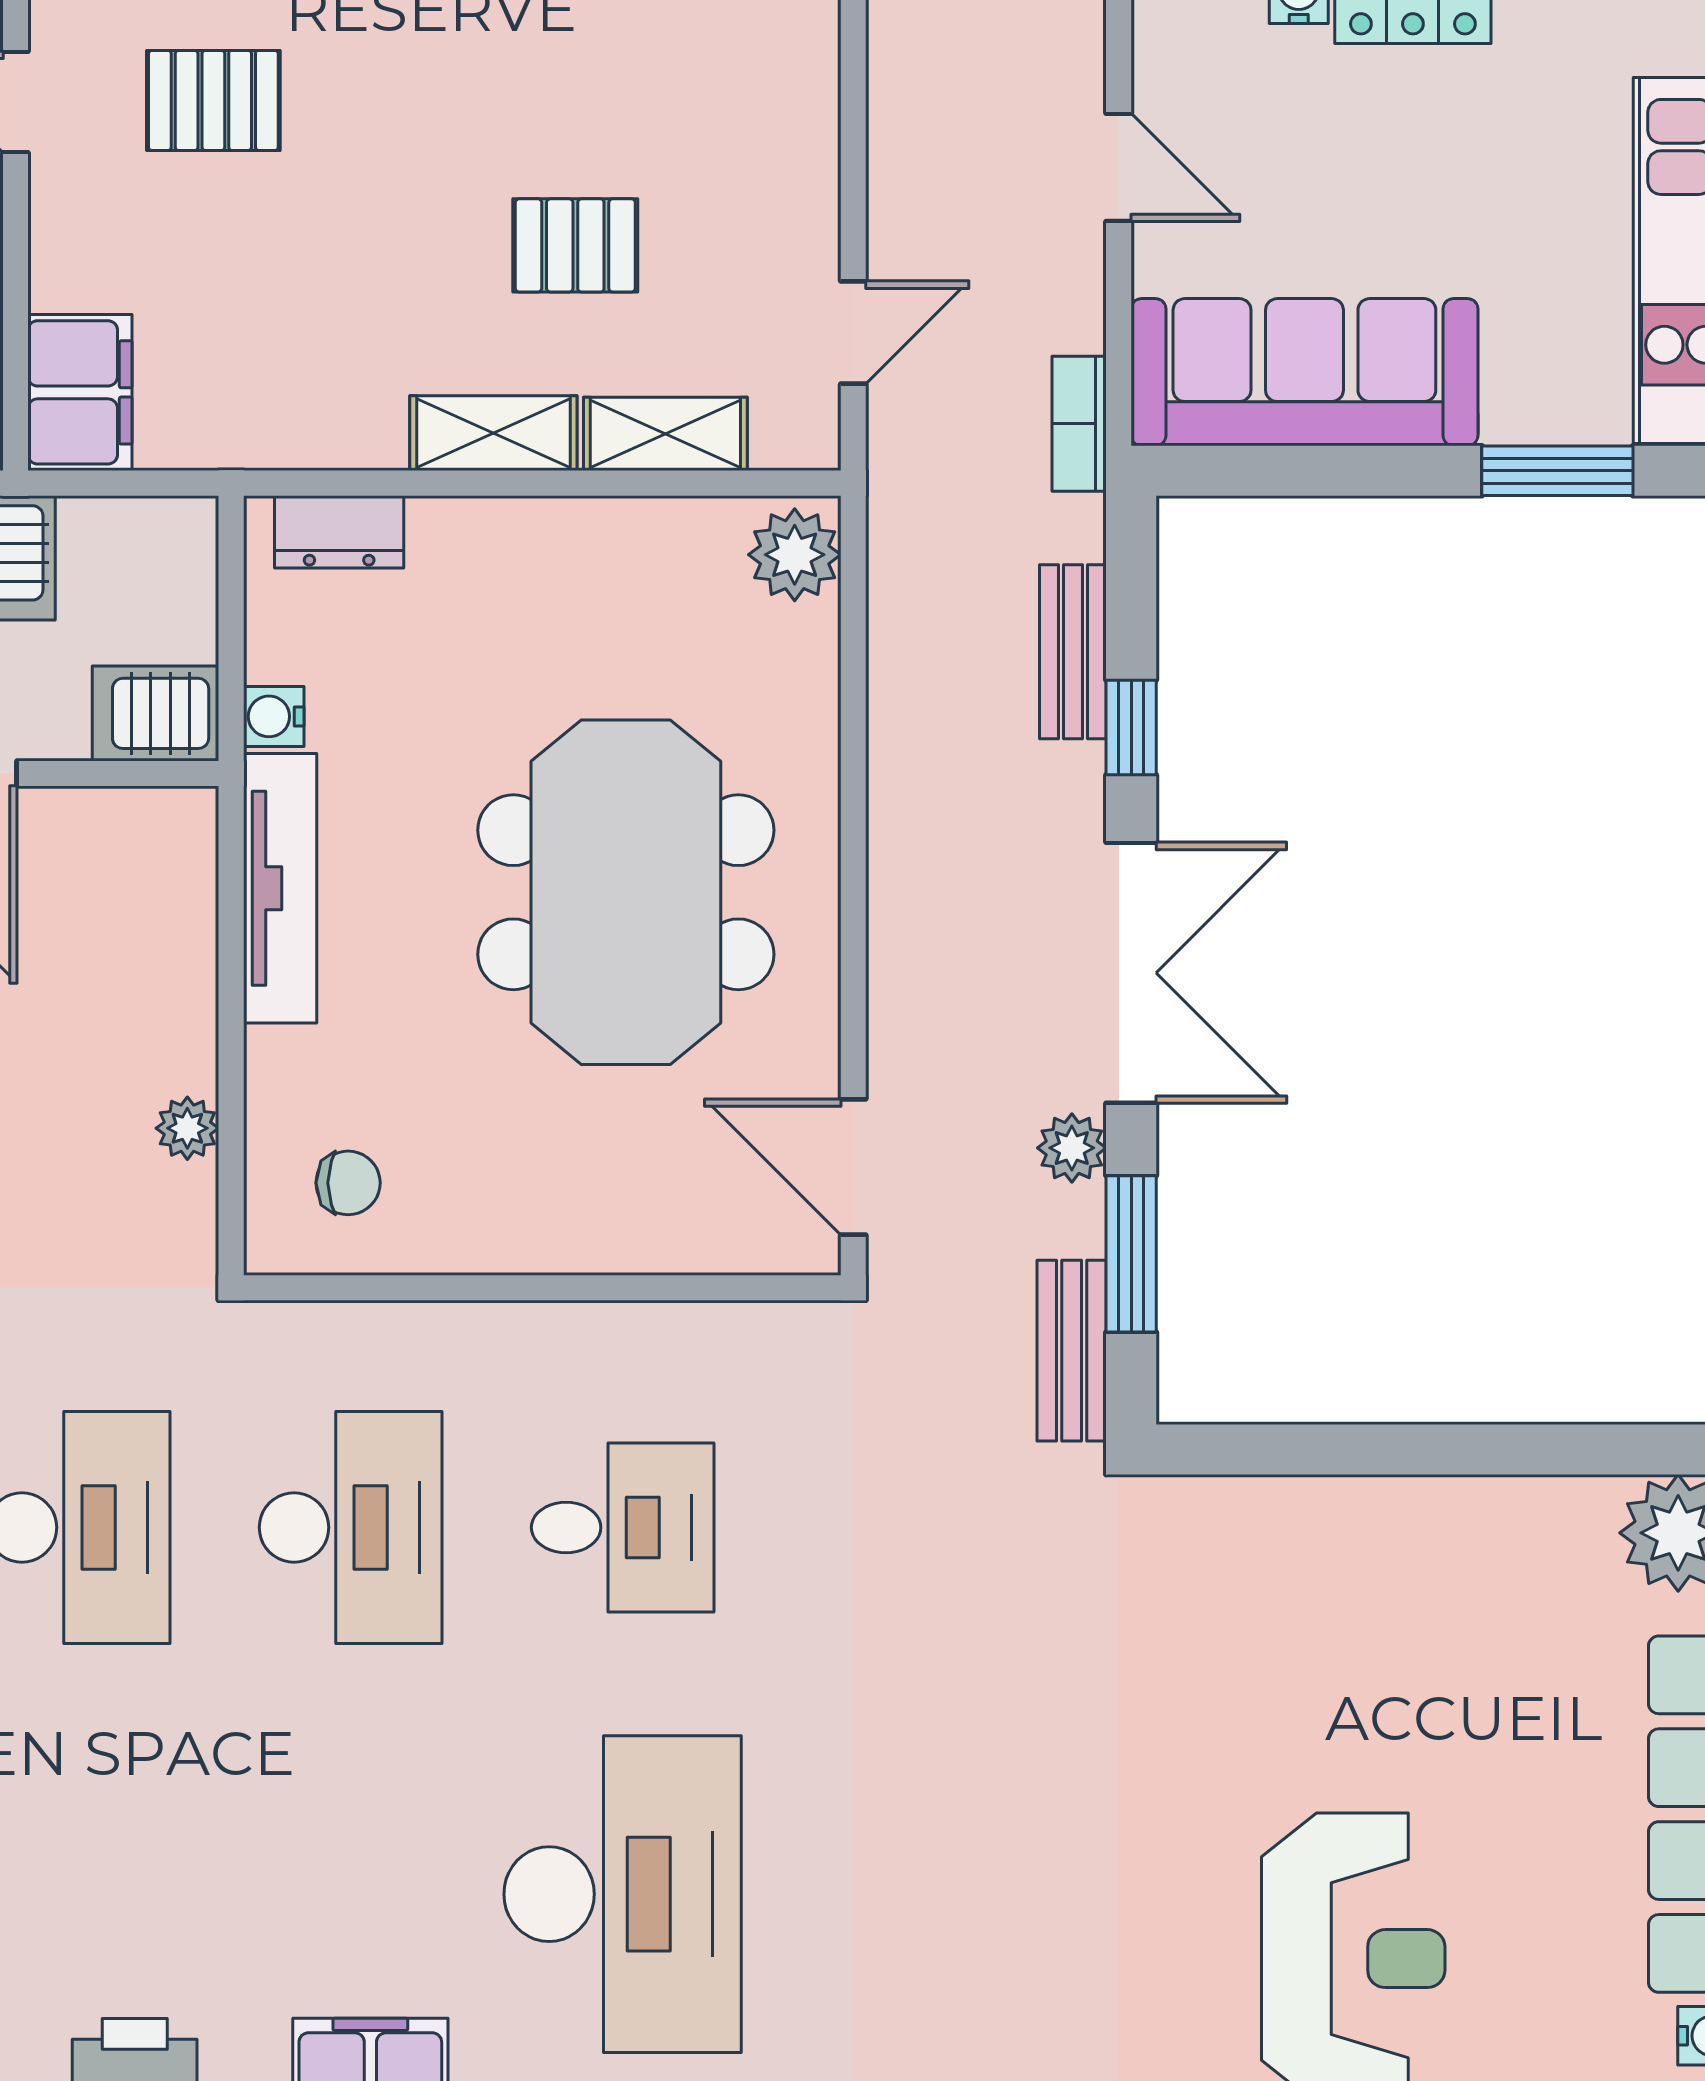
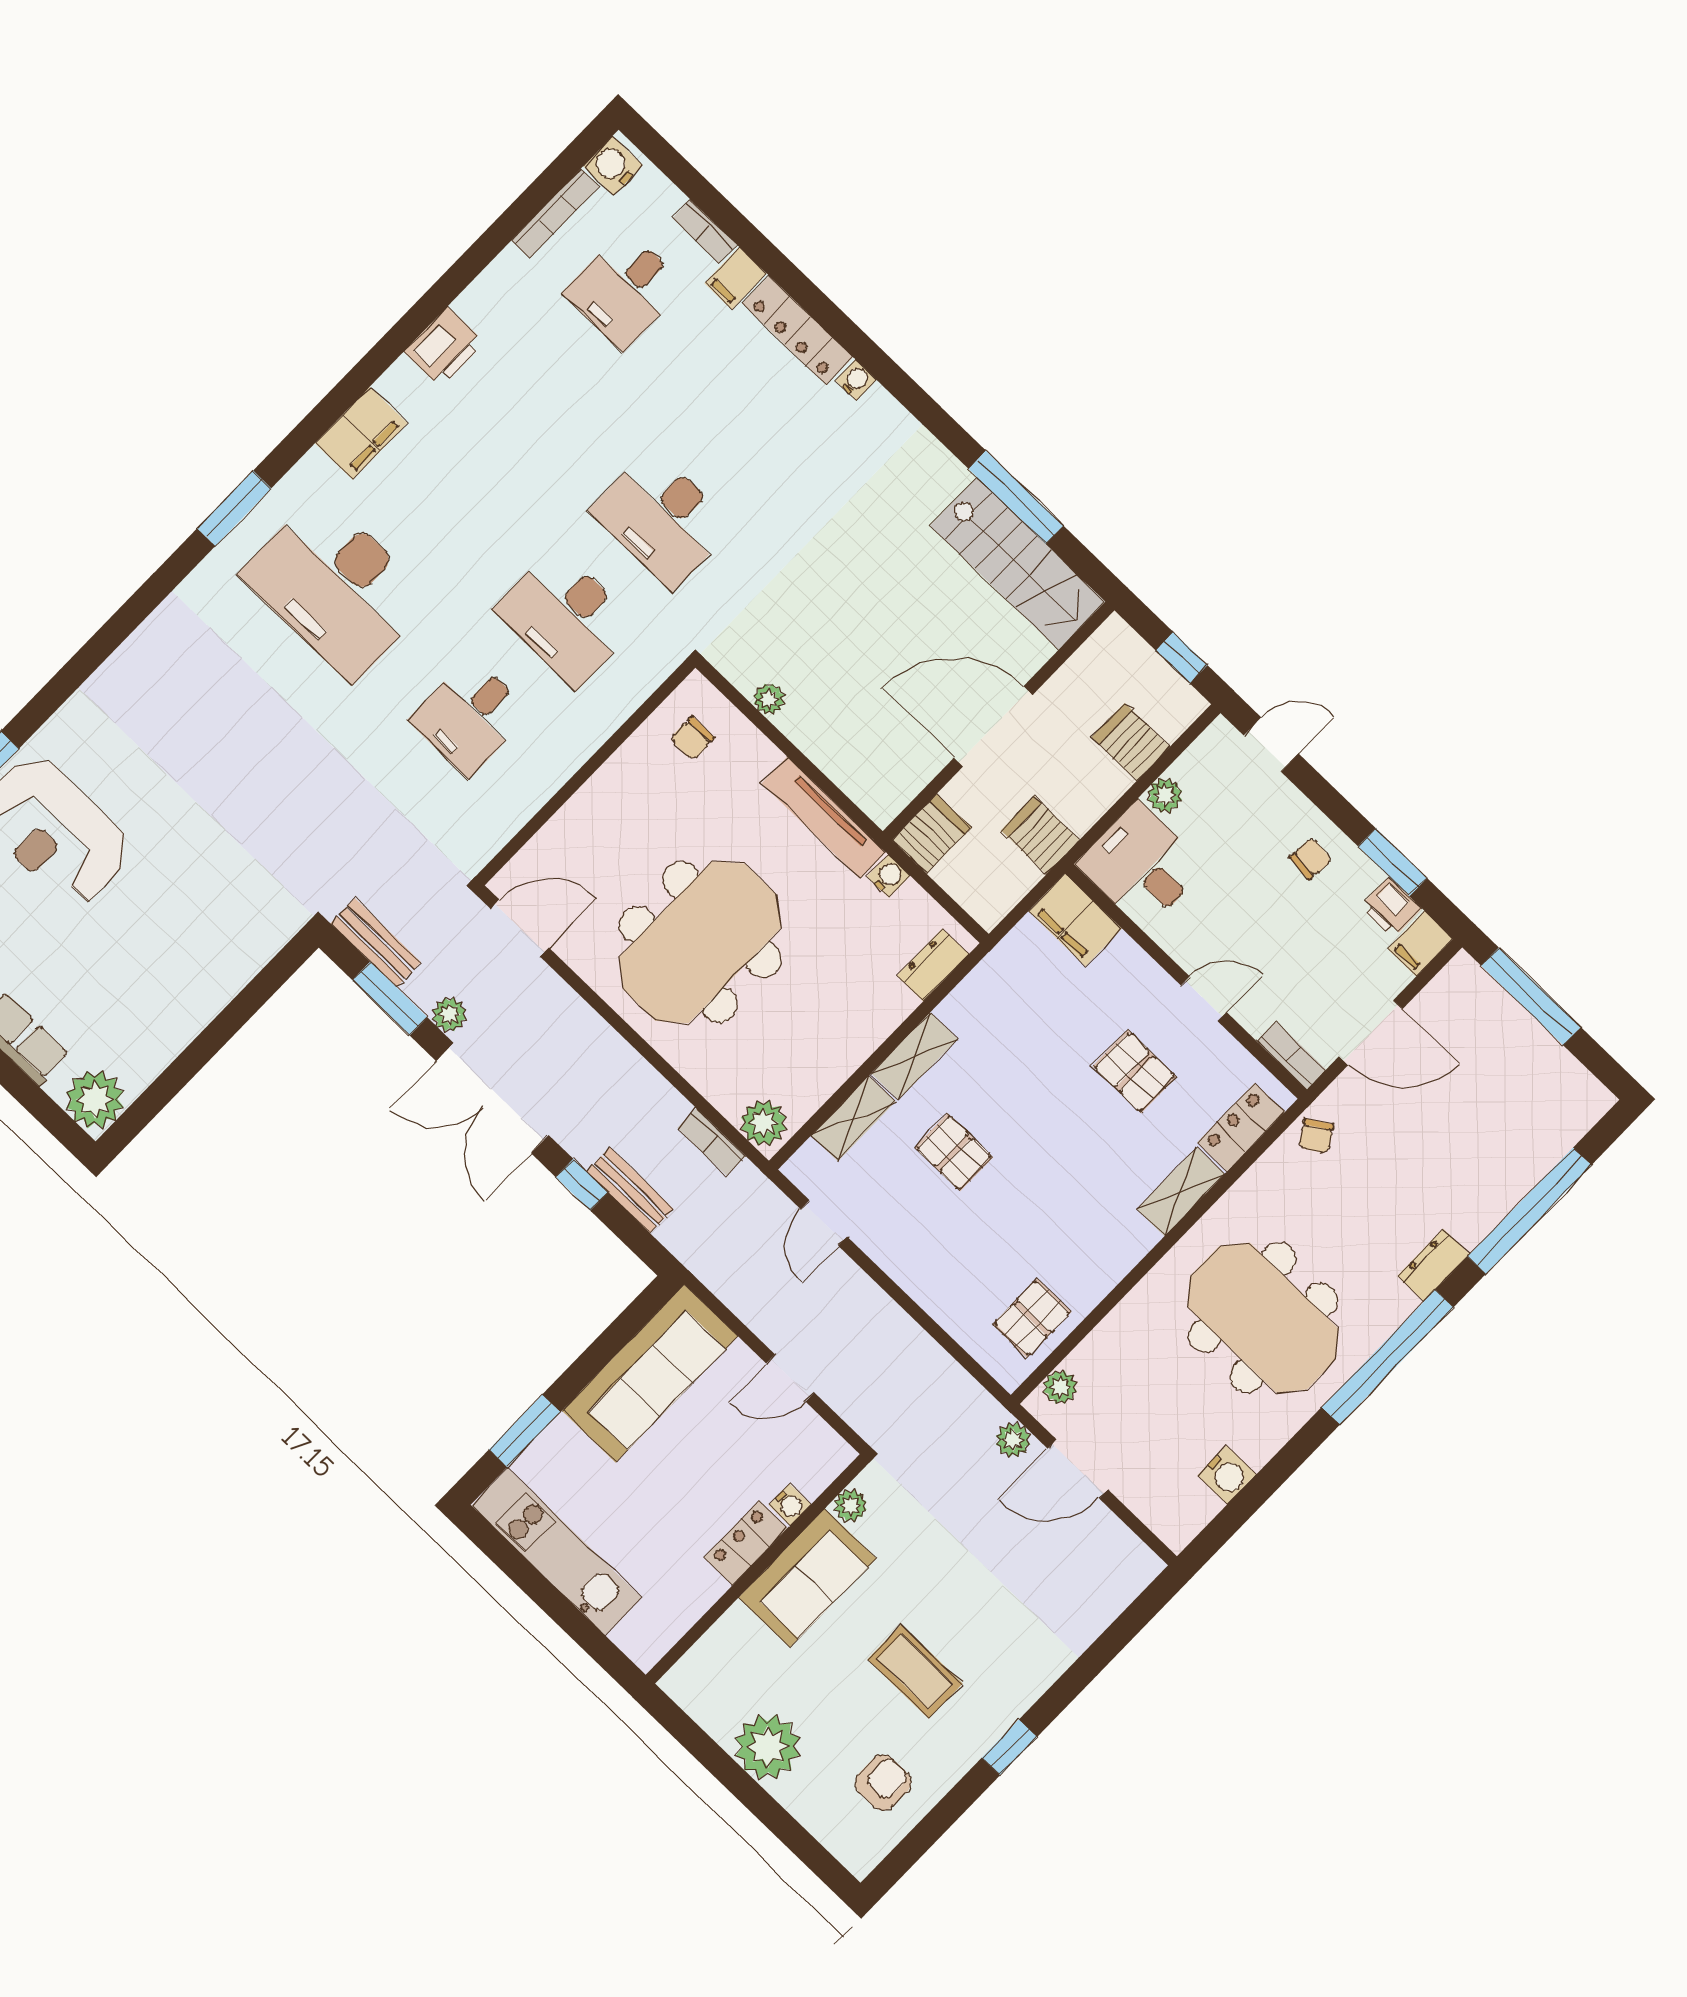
pallet: (213, 100) -> (1135, 1072), turned 90
pallet: (575, 245) -> (954, 1152), turned 90
bookcase: (1079, 424) -> (712, 1142), moved, turned 180
meeting table: (626, 892) -> (700, 942), turned 90

